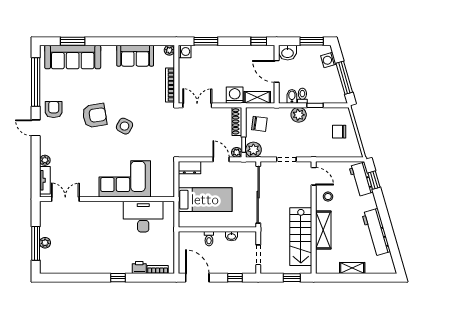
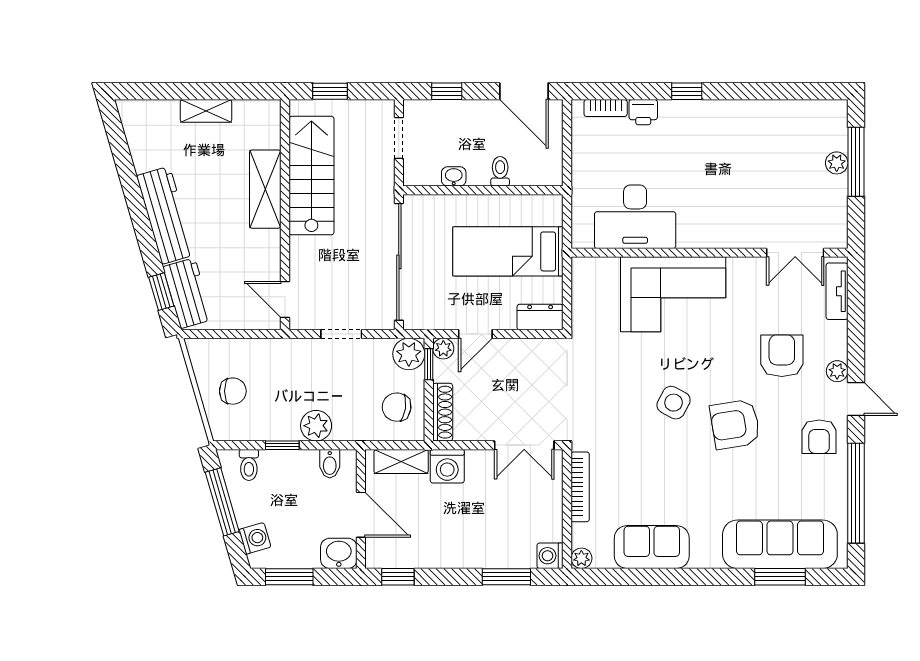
toilet: (302, 96) -> (249, 465), moved
armchair: (72, 149) -> (782, 356), added
door: (221, 159) -> (475, 334), hinge flipped
plant: (45, 160) -> (837, 371), moved
stool: (328, 197) -> (256, 258), removed
workbench: (376, 232) -> (166, 215), moved

